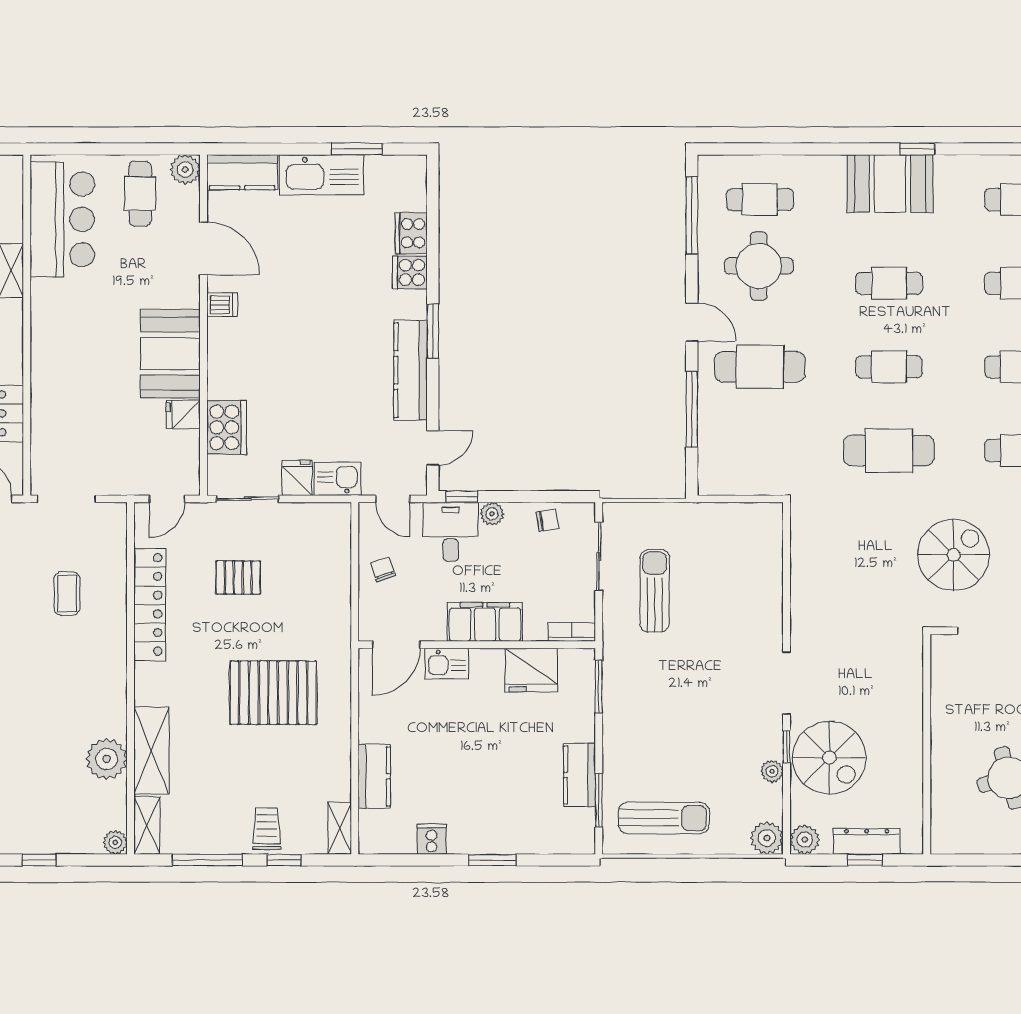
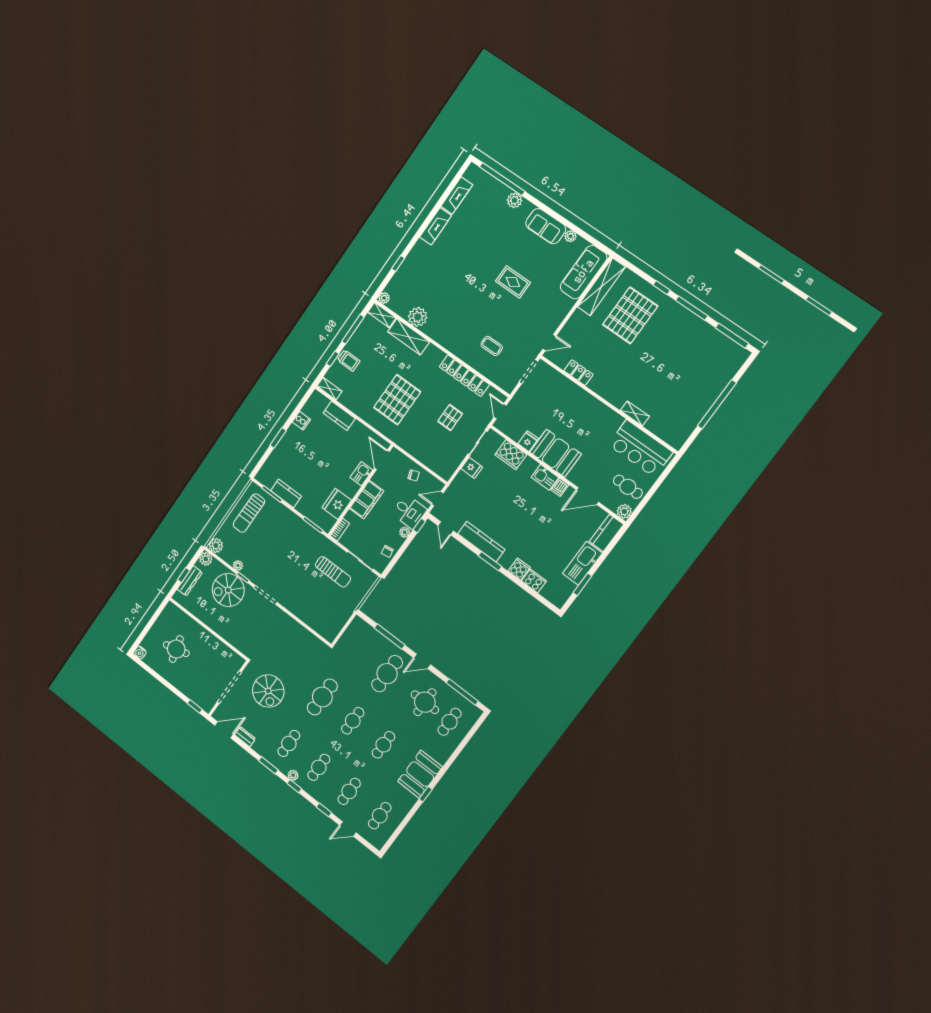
kitchen sink: (338, 479) -> (545, 477), moved, turned 90

